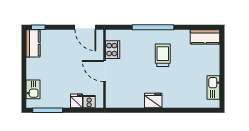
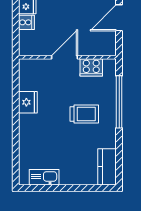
cooker: (113, 50) -> (91, 67), moved
wall: (104, 69) -> (67, 57), moved
door: (104, 71) -> (65, 57), moved

